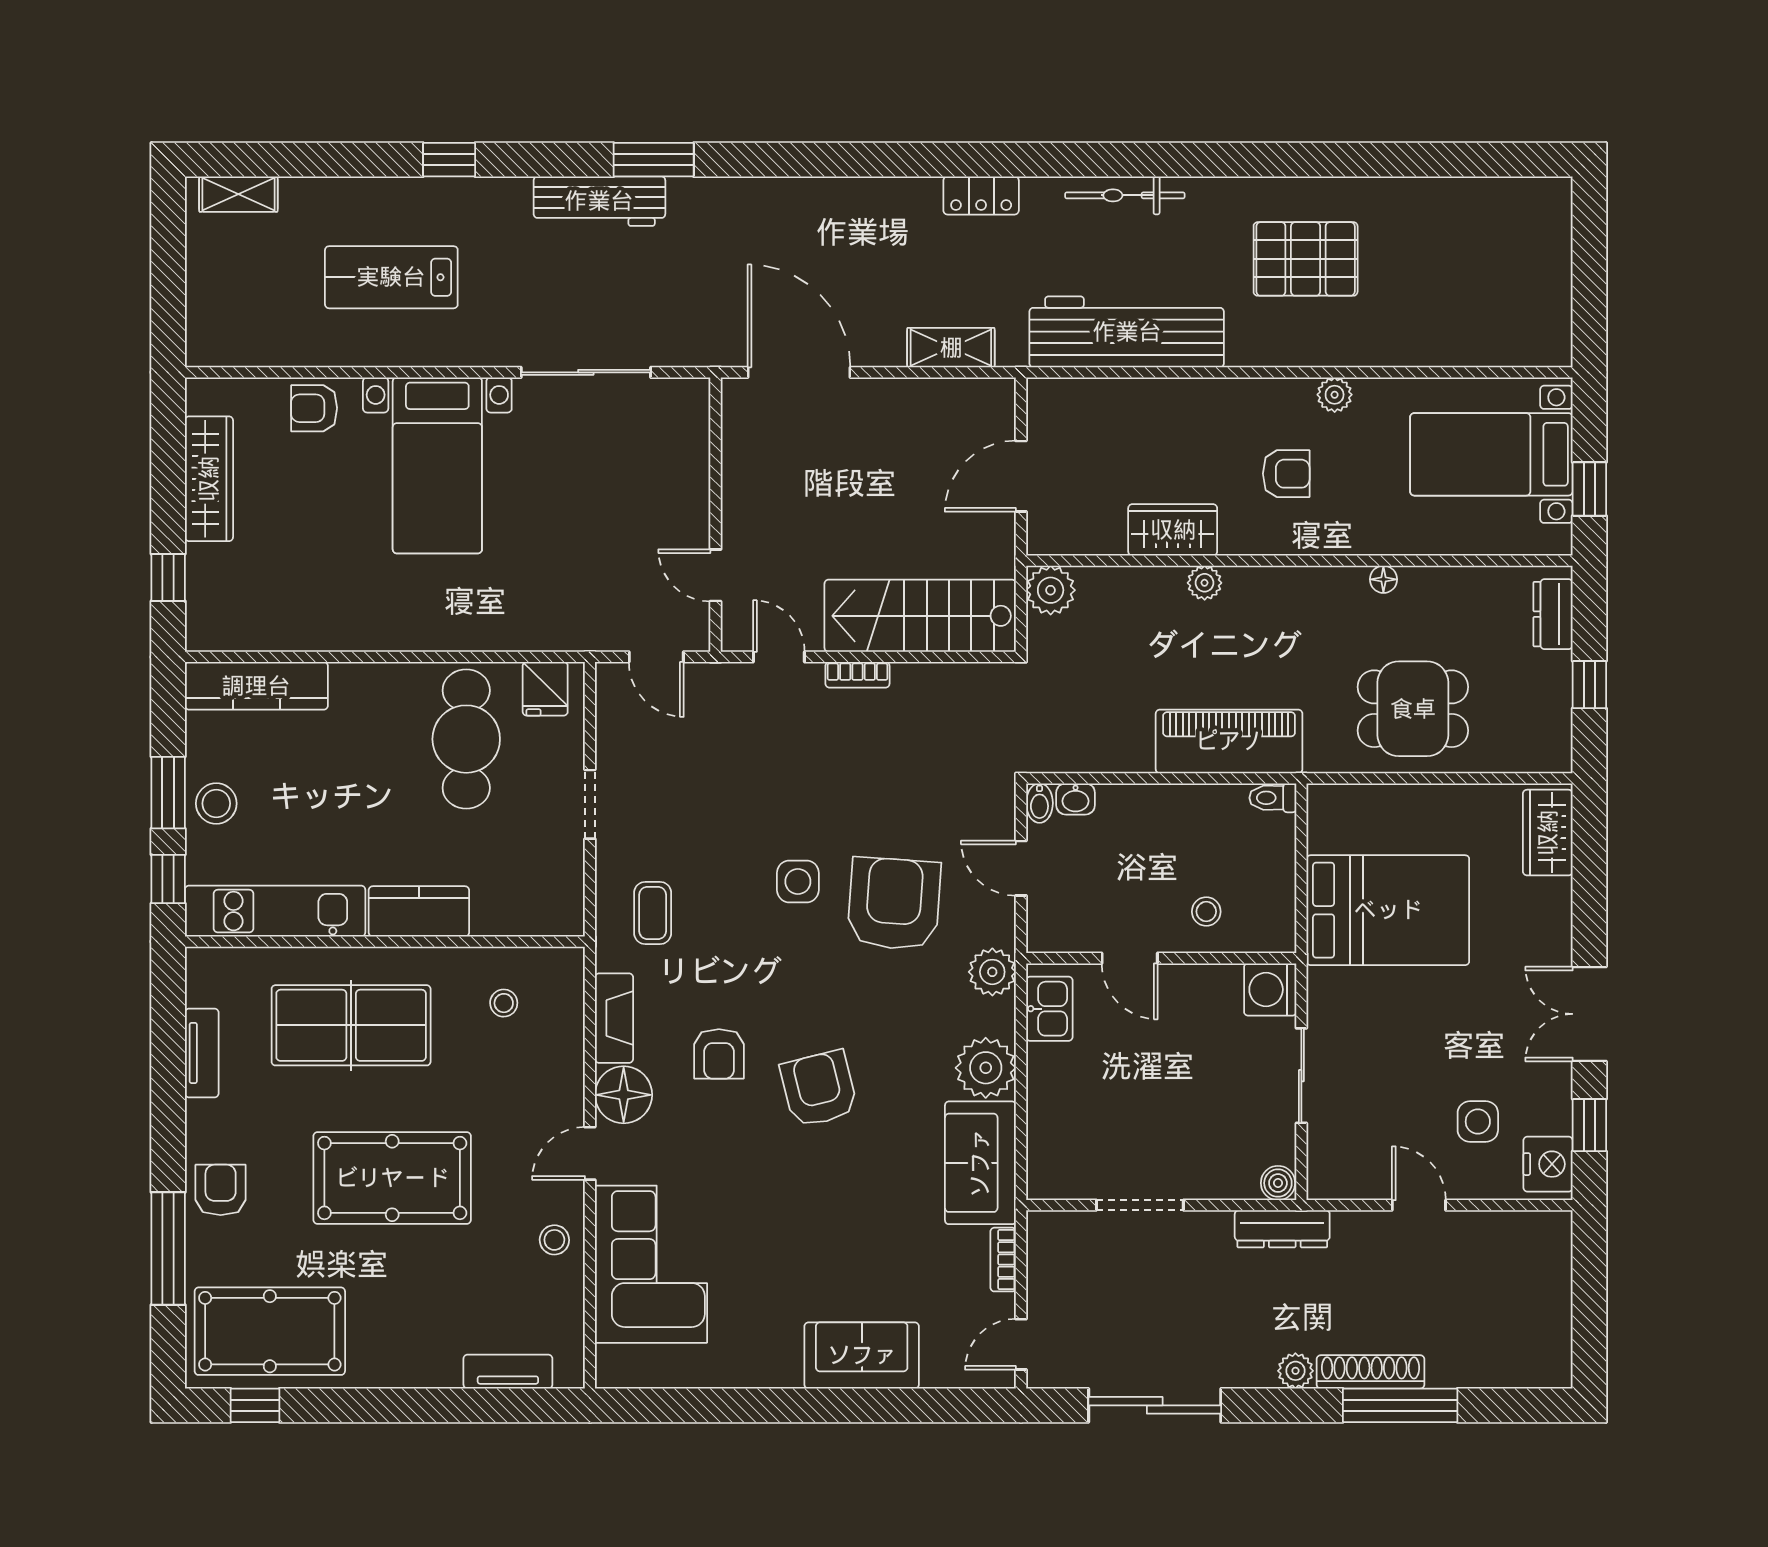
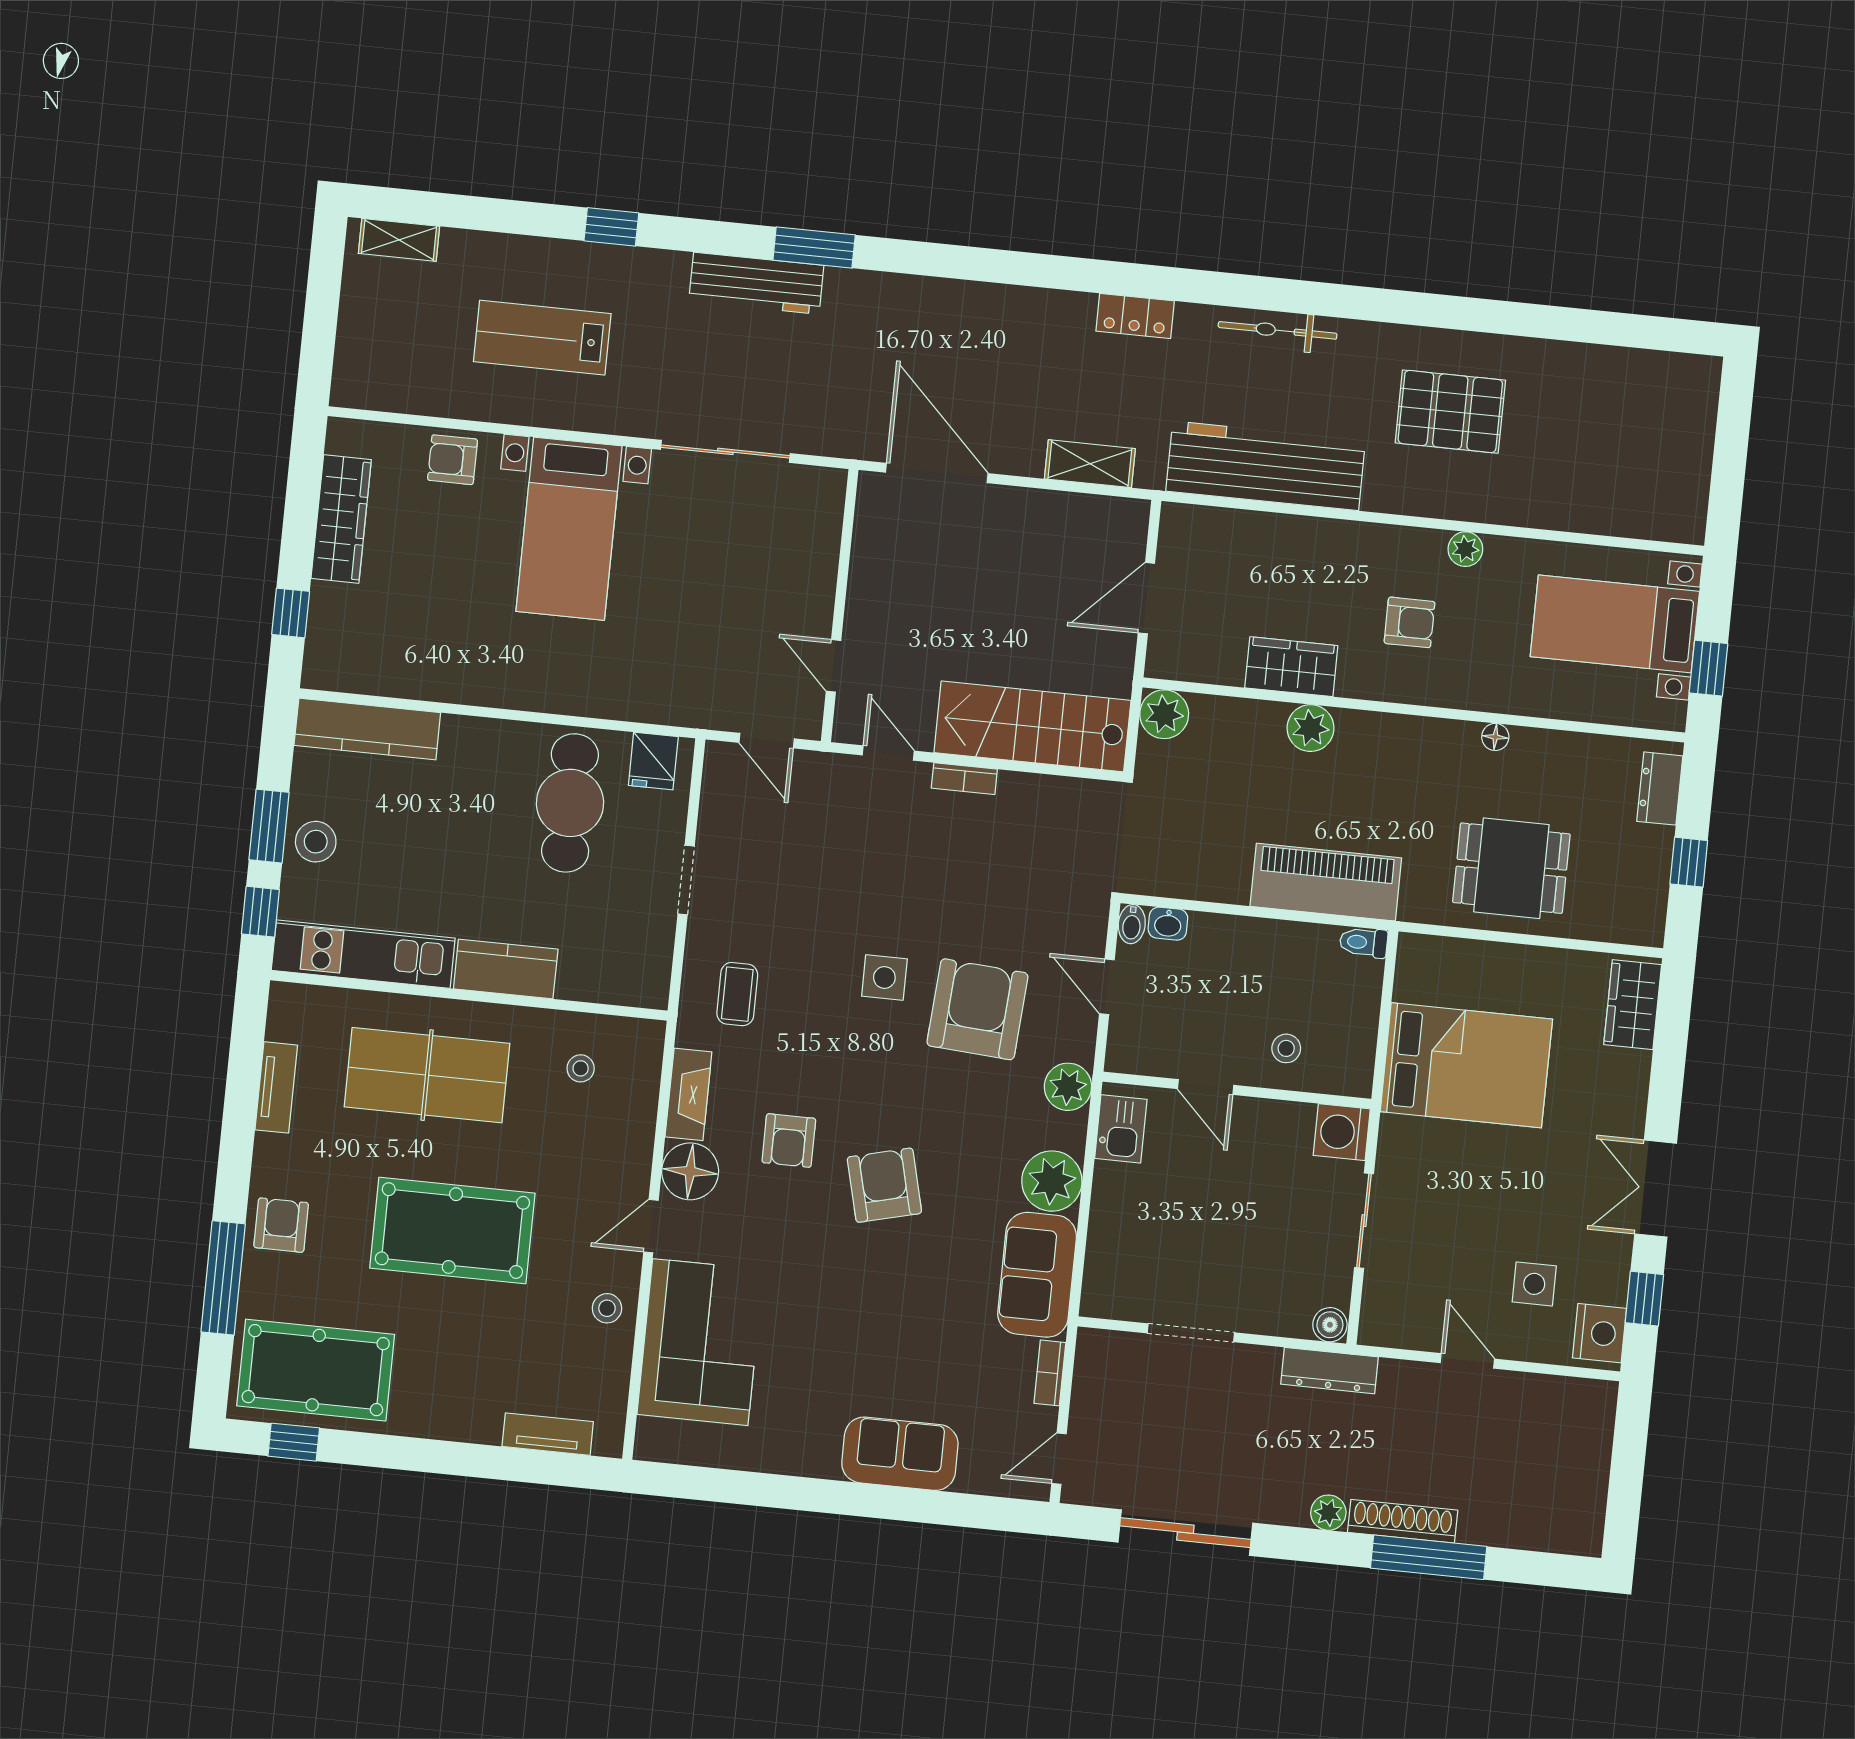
plant: (1205, 583) -> (1311, 728), width x1.38, depth x1.38

